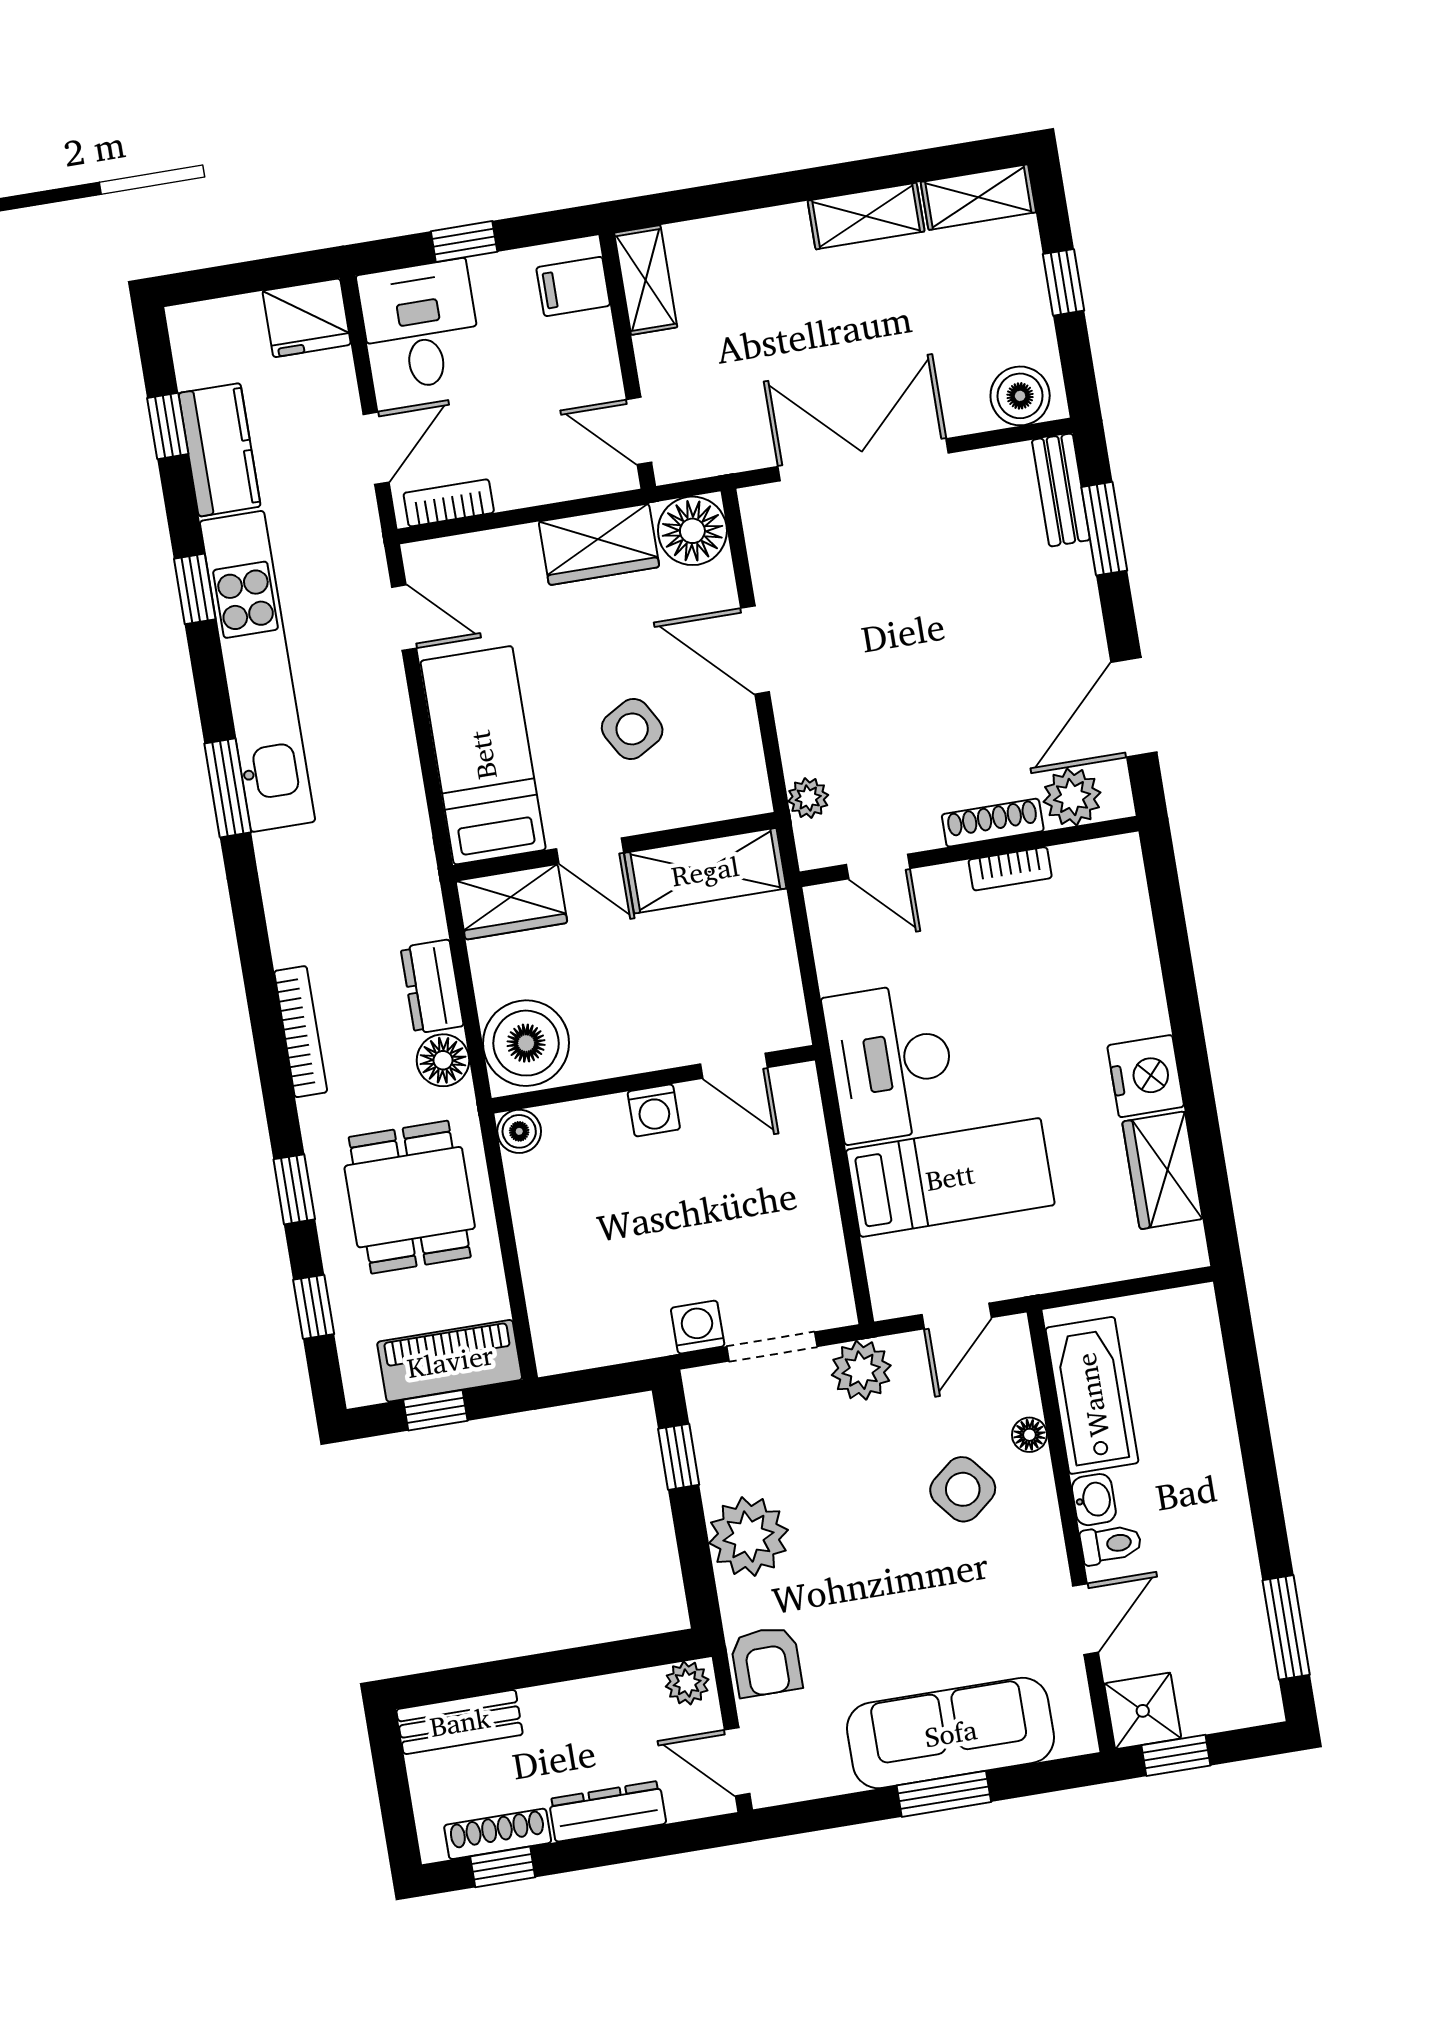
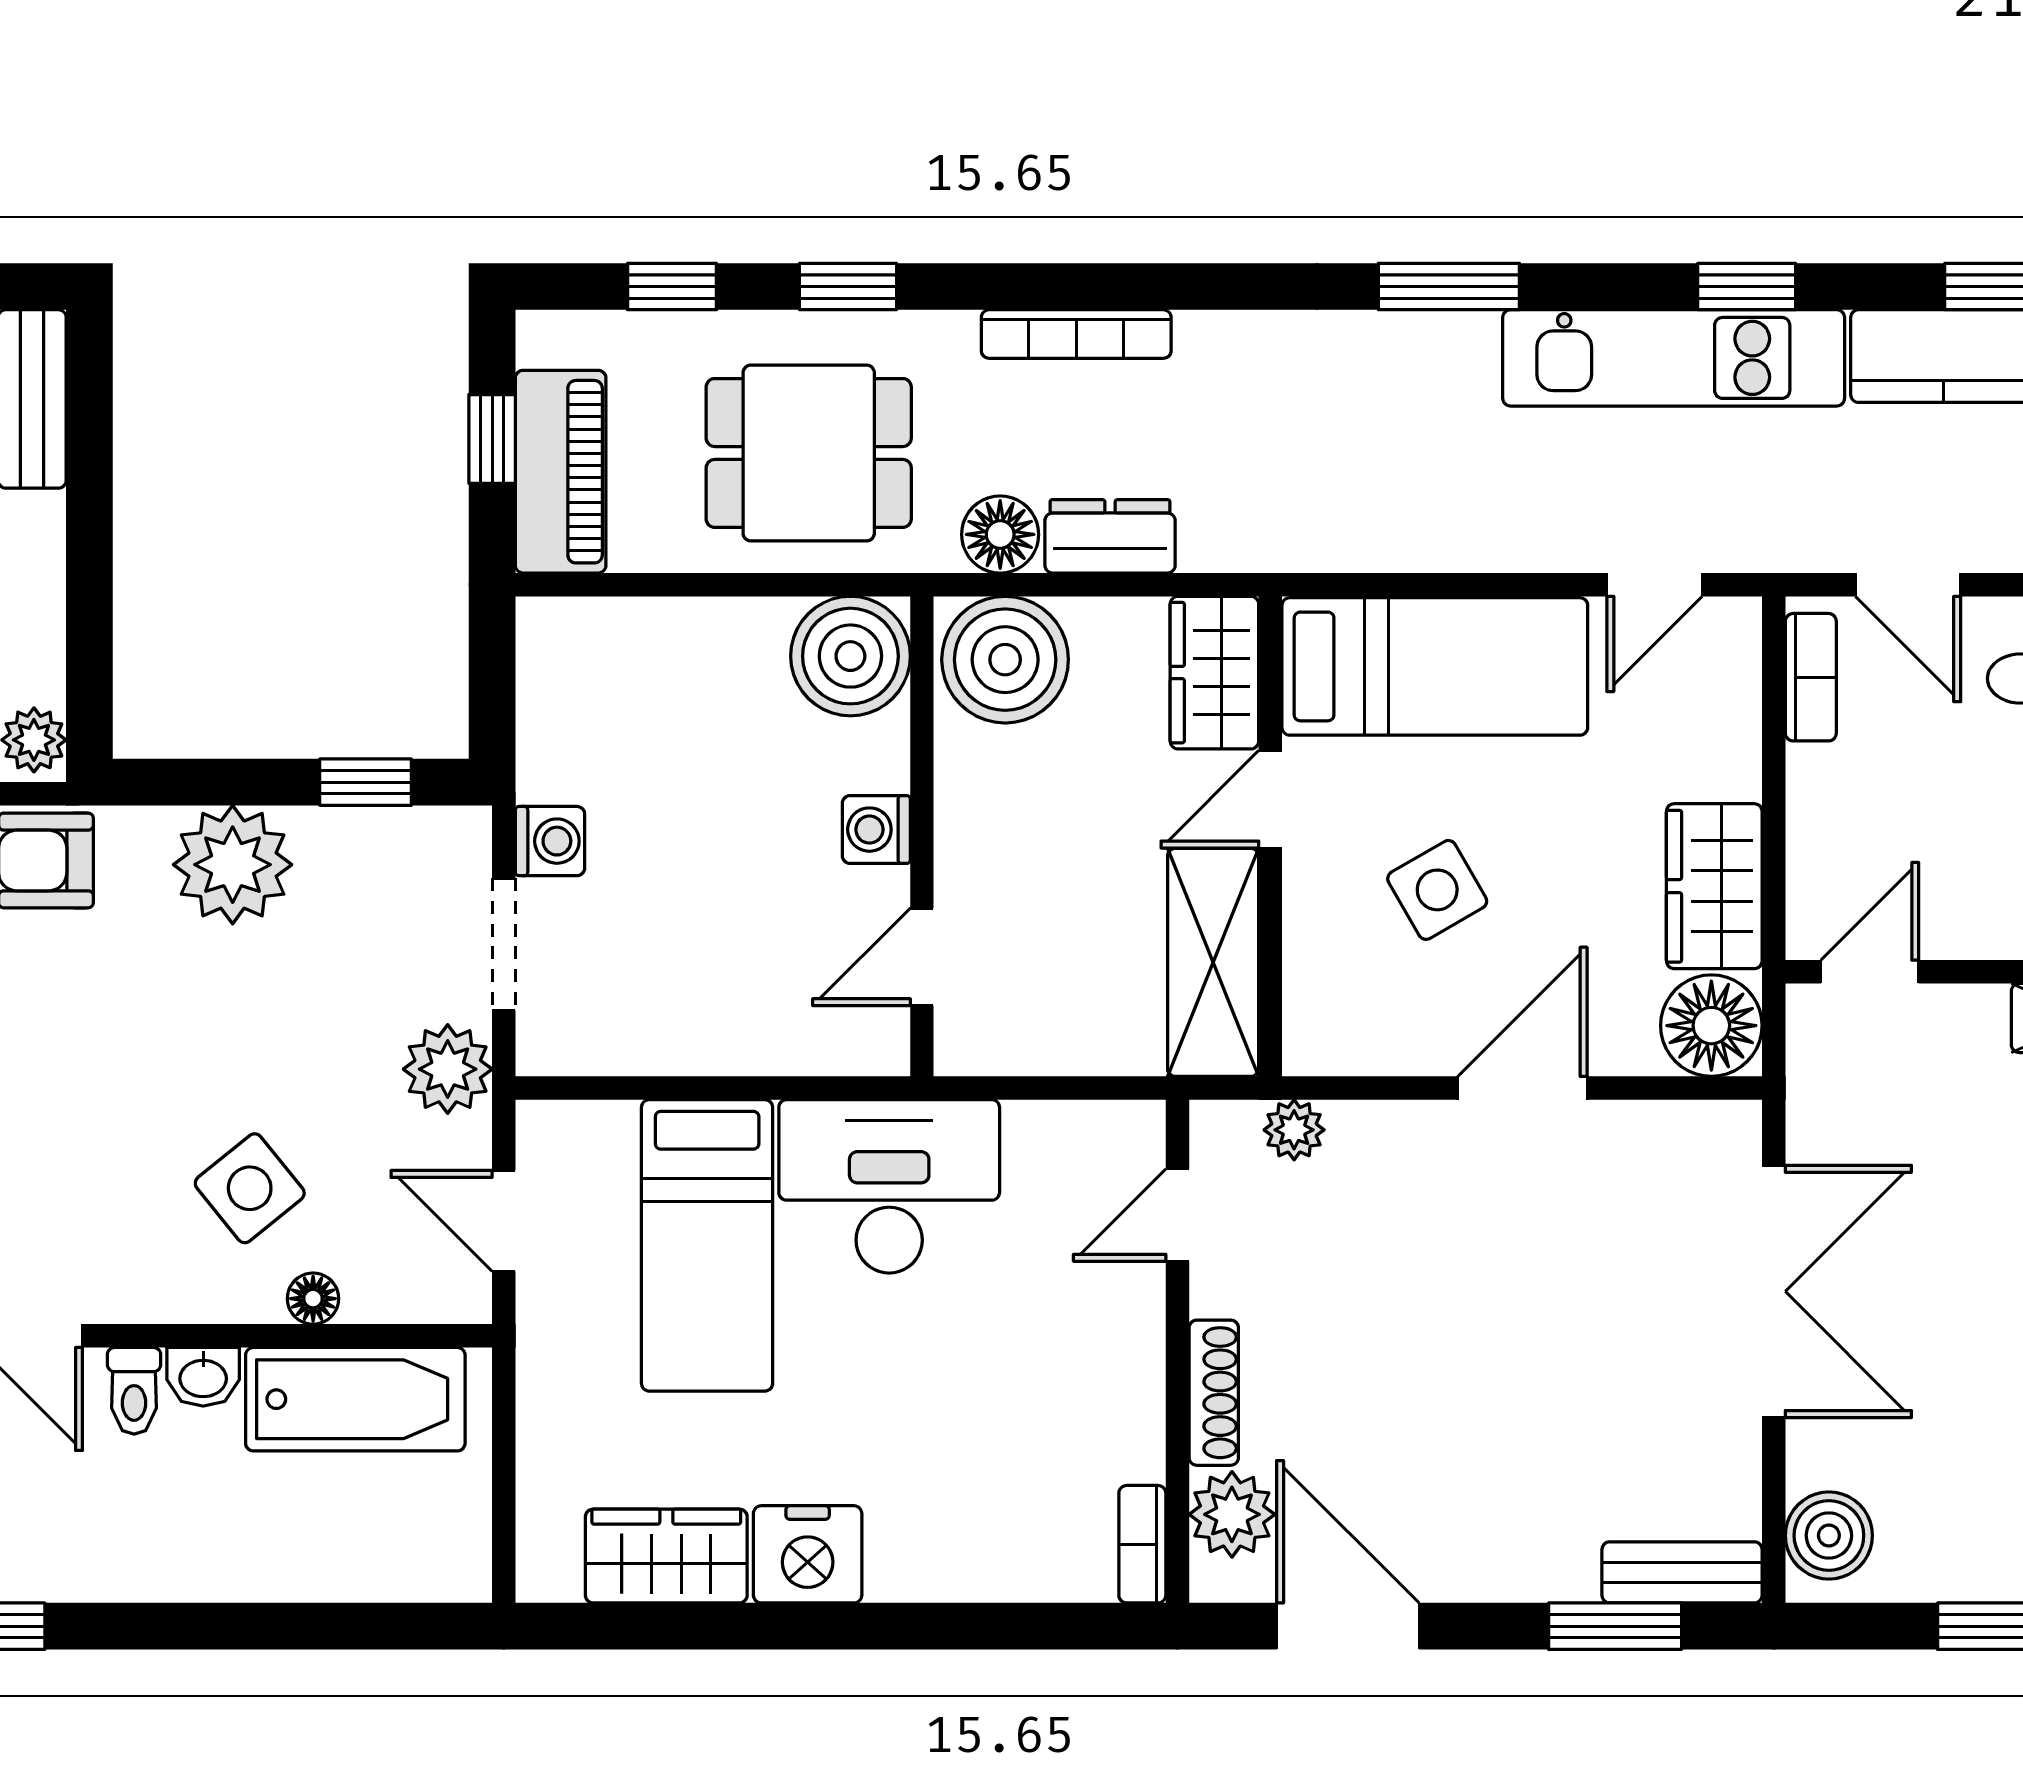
kitchen unit: (257, 671) -> (1674, 358), width x0.73
bookcase: (1010, 869) -> (1142, 1544), moved
boiler: (519, 1131) -> (850, 656), width x1.86, depth x1.86

